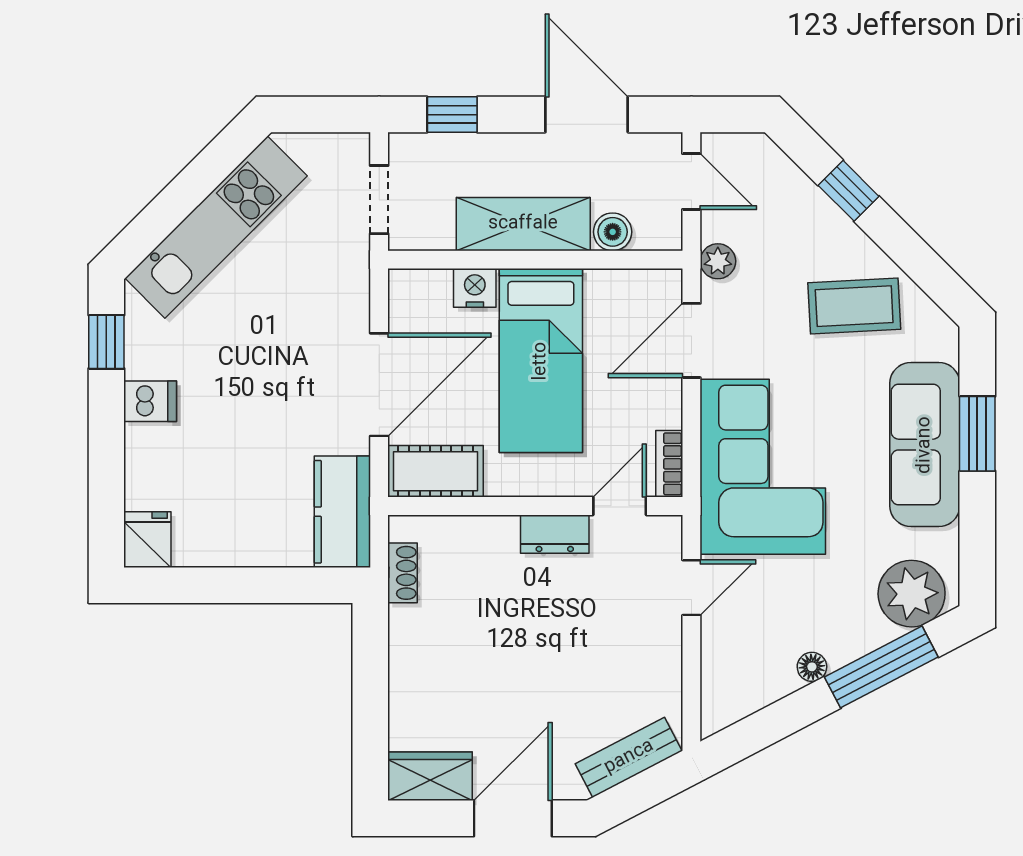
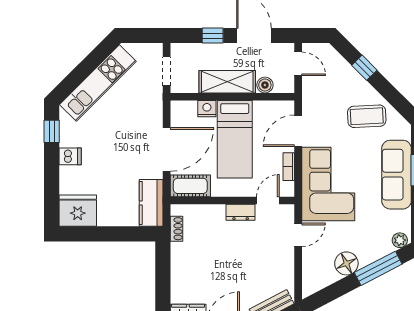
window: (452, 115) -> (213, 36), moved
plant: (718, 261) -> (309, 97), removed
bookcase: (669, 464) -> (289, 167), moved
fridge: (147, 540) -> (78, 211), width x1.88, depth x1.34
plant: (912, 594) -> (400, 240), width x0.53, depth x0.53
floor lamp: (812, 667) -> (346, 263), width x1.89, depth x1.89

